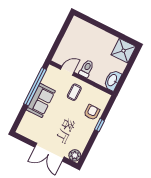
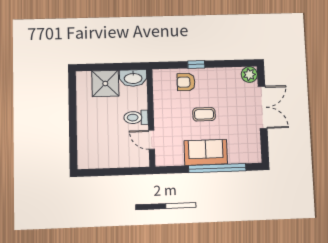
shower: (123, 51) -> (105, 84), moved
window: (35, 87) -> (217, 168), moved
coffee table: (74, 92) -> (204, 114), moved

